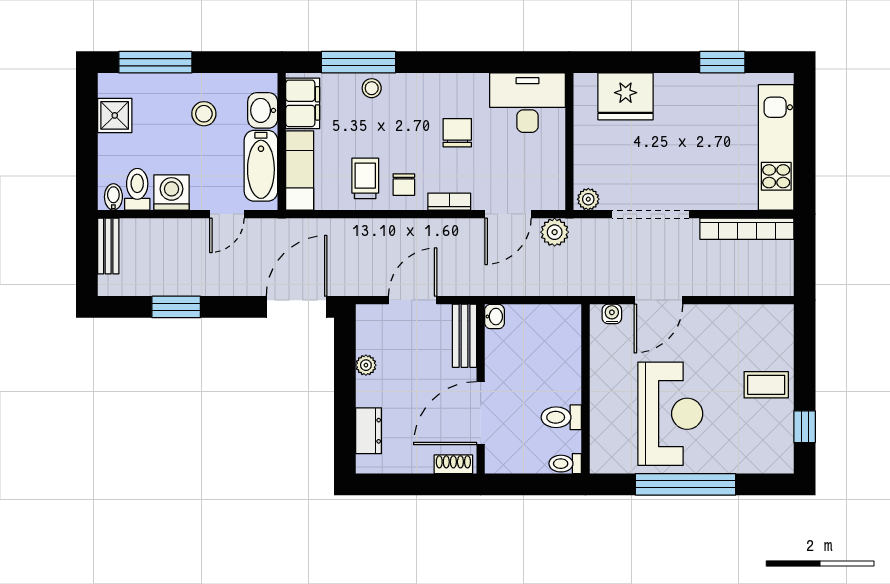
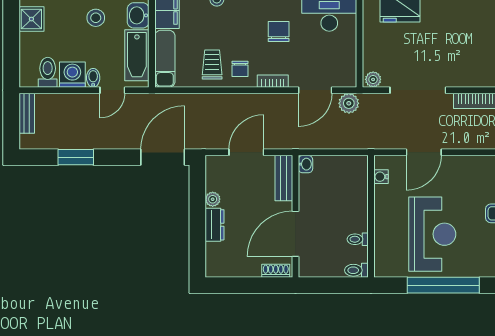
bidet: (113, 197) -> (93, 78), moved
water cooler: (612, 314) -> (381, 177), moved, turned -90
toilet: (561, 417) -> (358, 239), width x0.73, depth x0.72
dresser: (369, 431) -> (215, 225), moved

